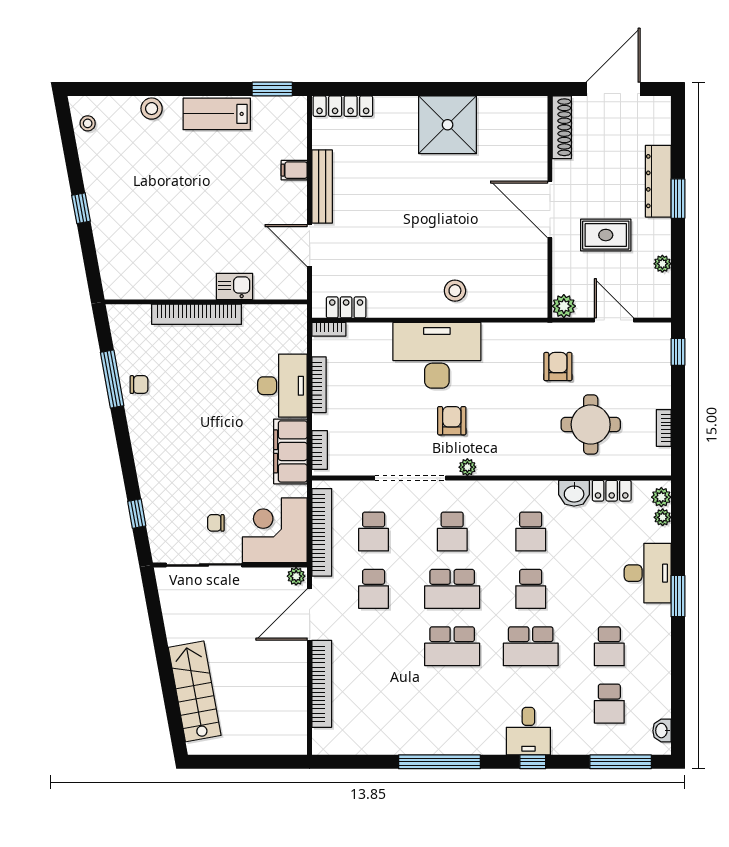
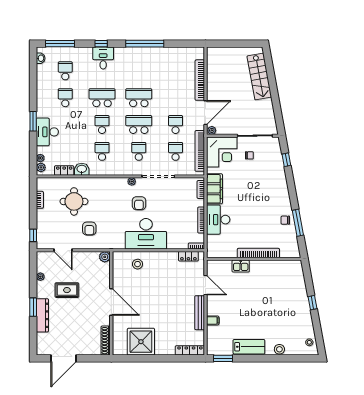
shoe rack: (562, 127) -> (106, 341), moved
wall: (550, 207) -> (111, 303), moved
door: (550, 209) -> (111, 302), moved
plant: (564, 306) -> (105, 257), moved

